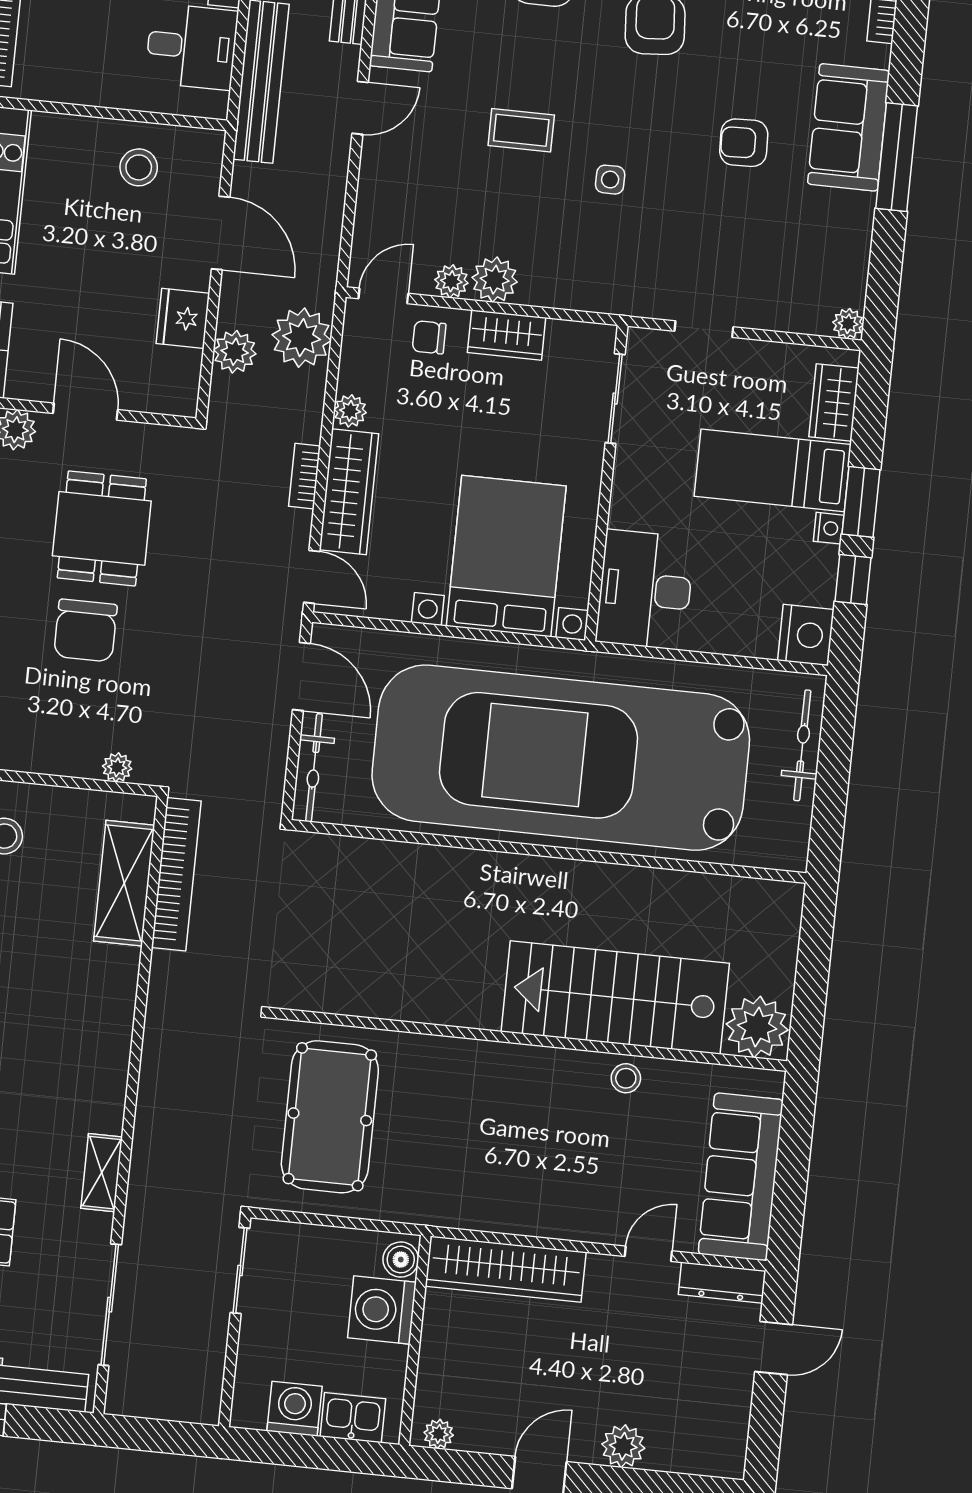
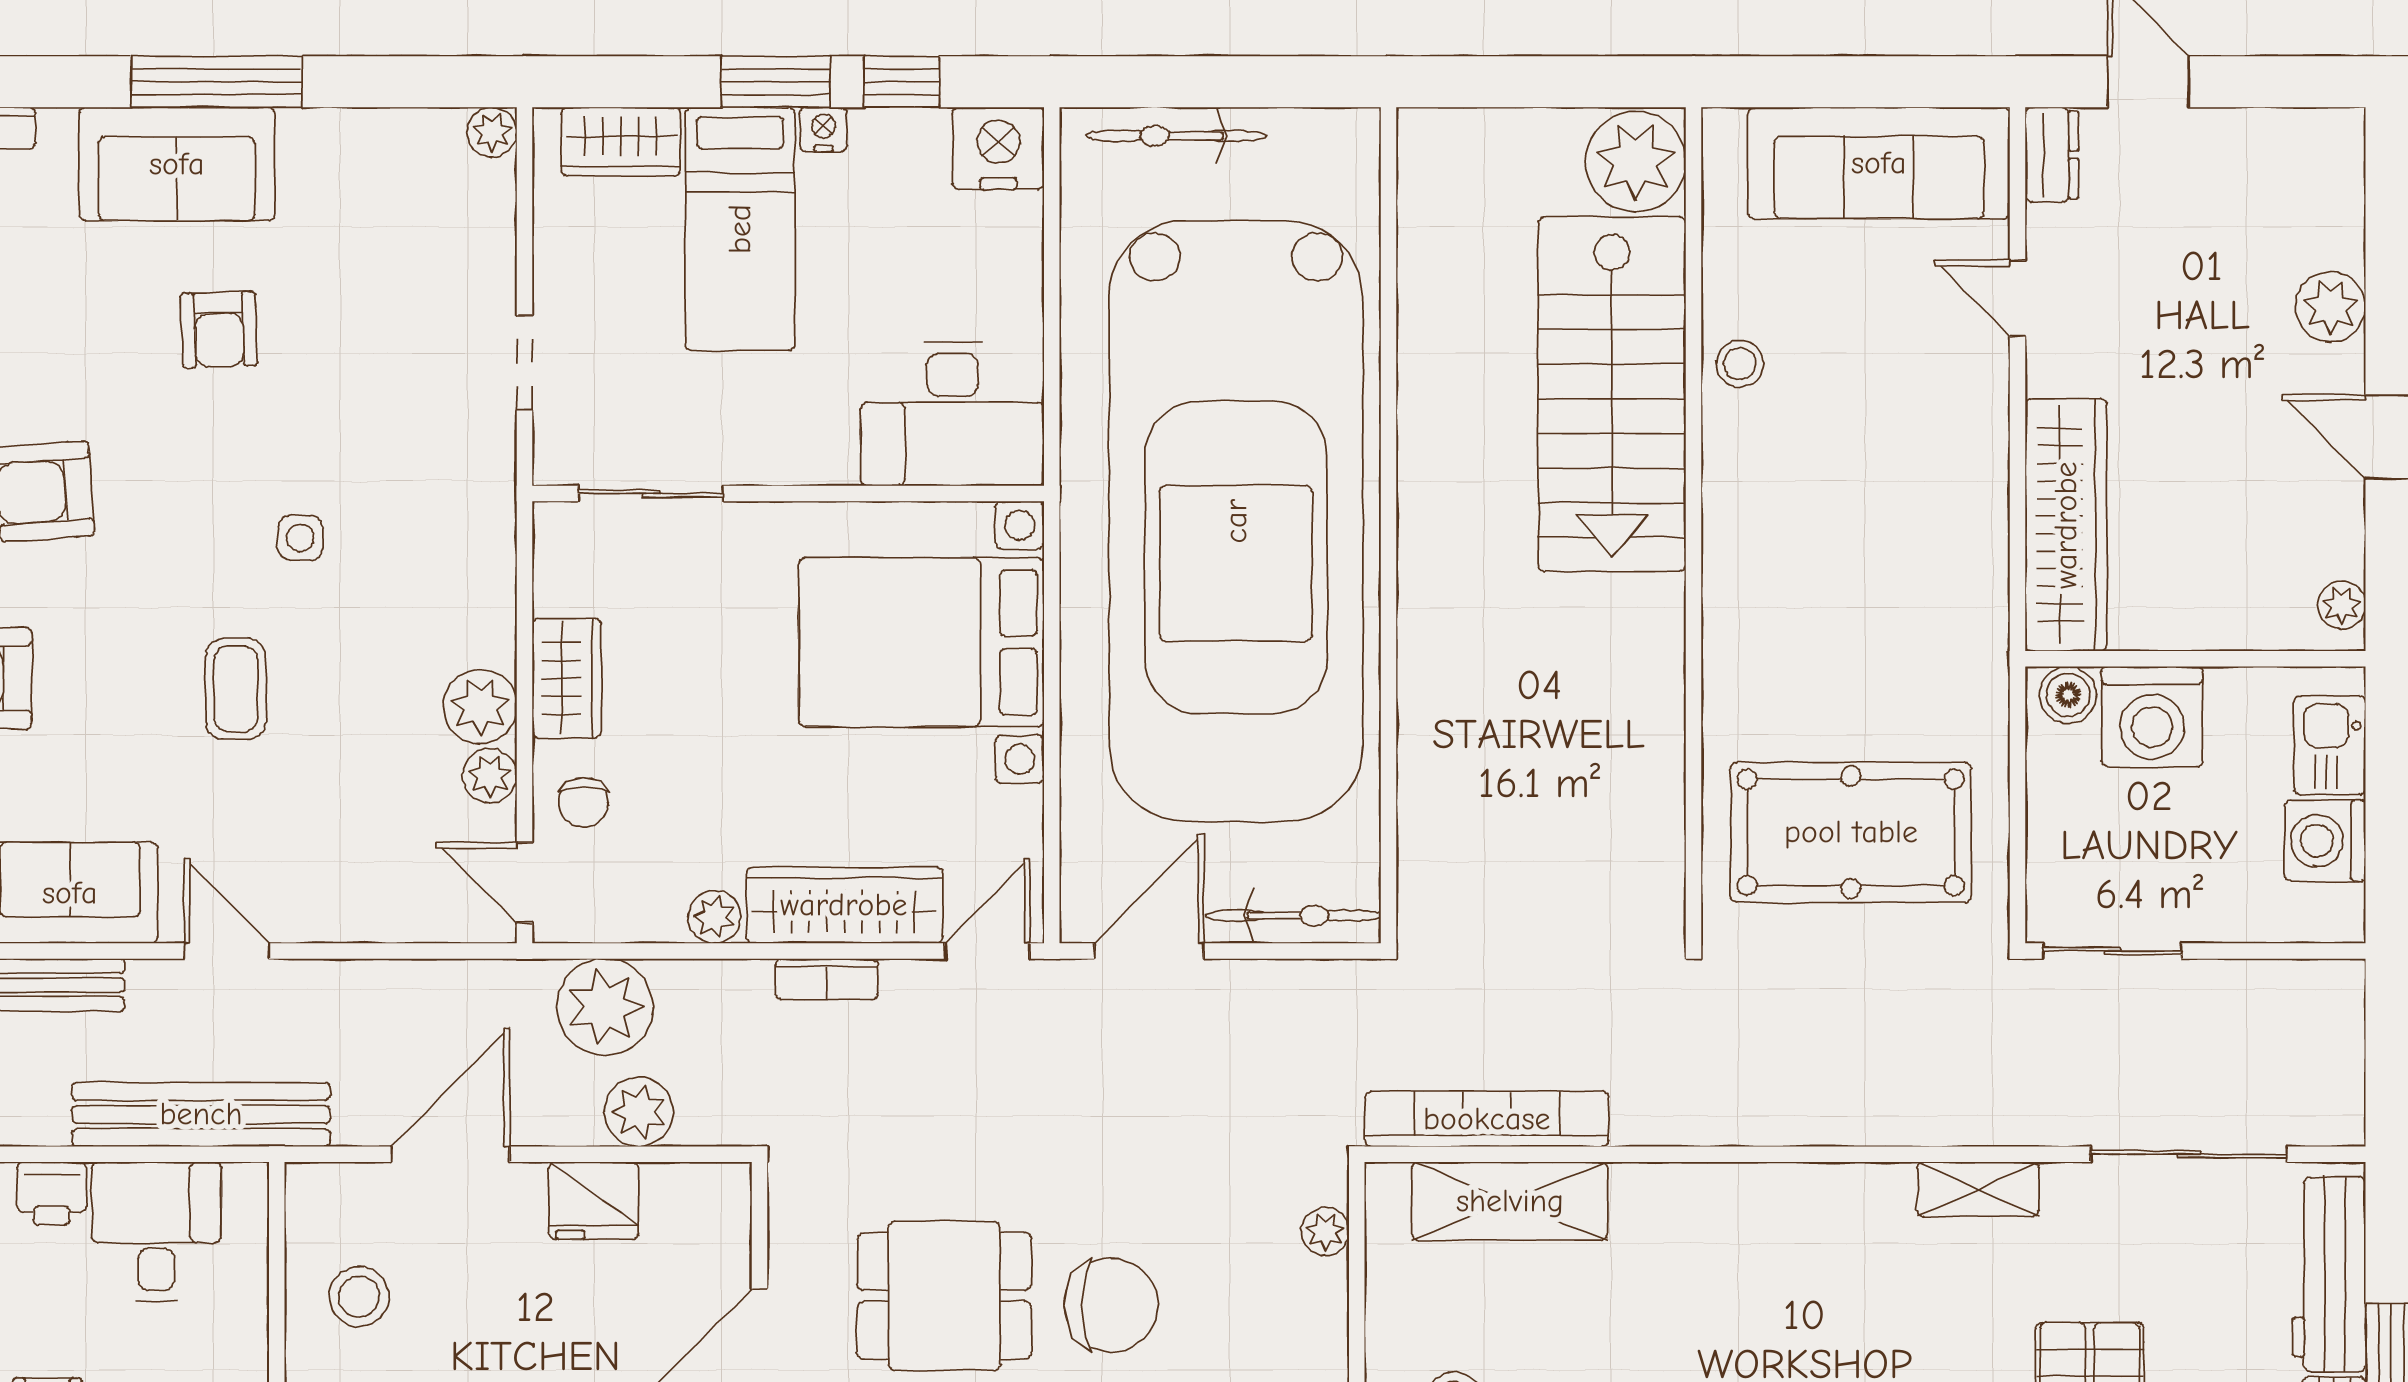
dresser: (722, 1283) -> (2052, 155), width x0.70

